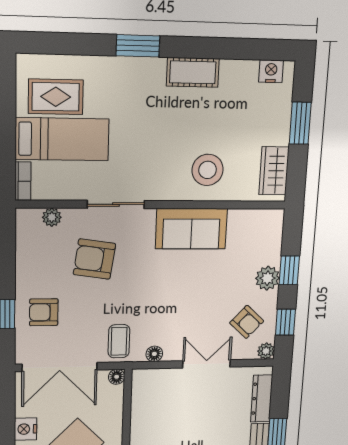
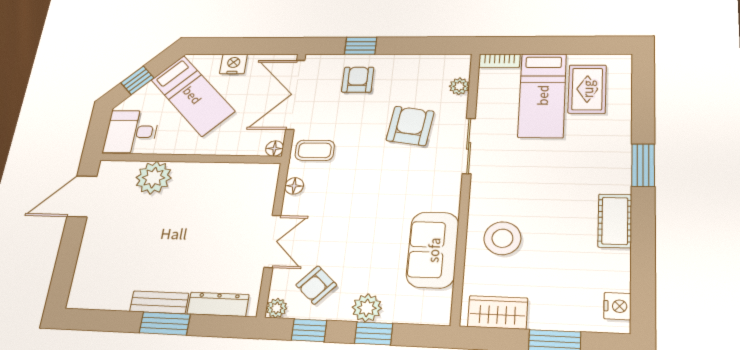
sofa: (191, 229) -> (433, 250), moved

